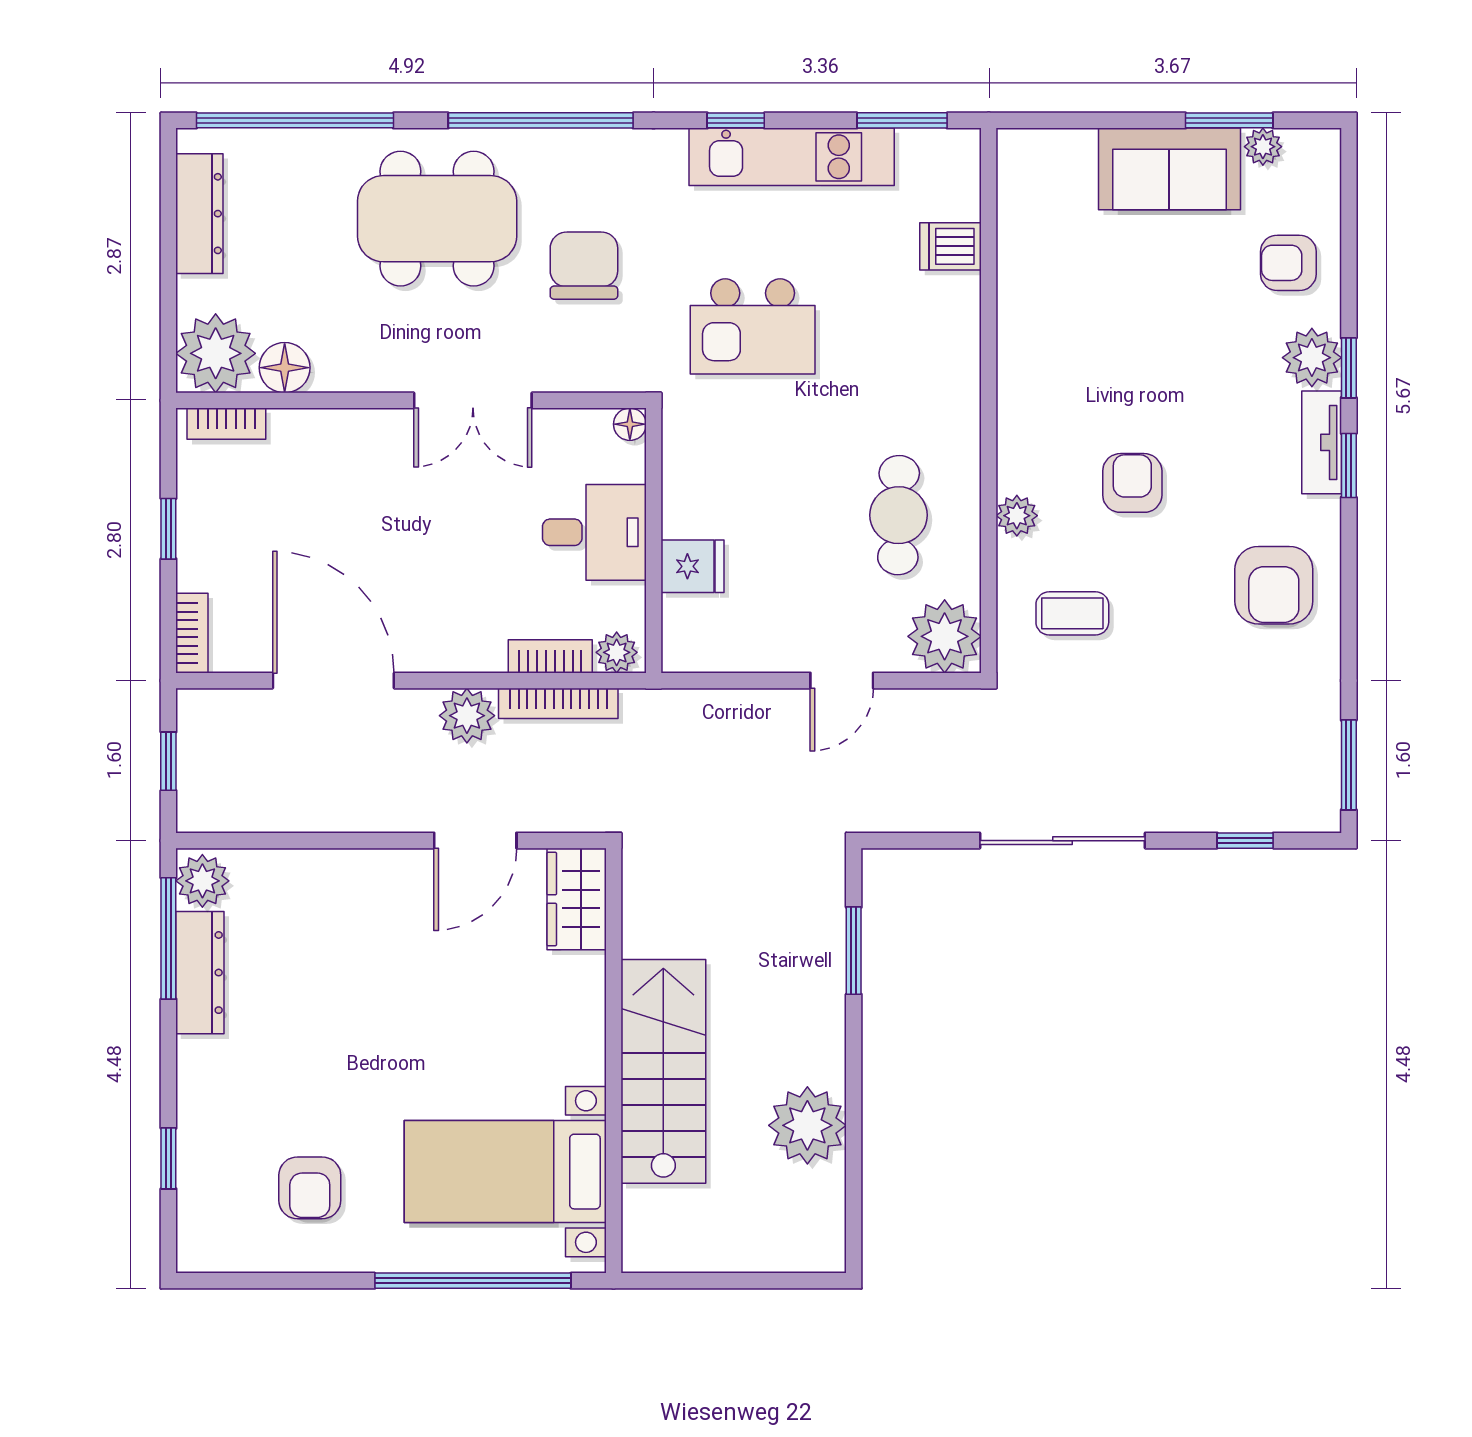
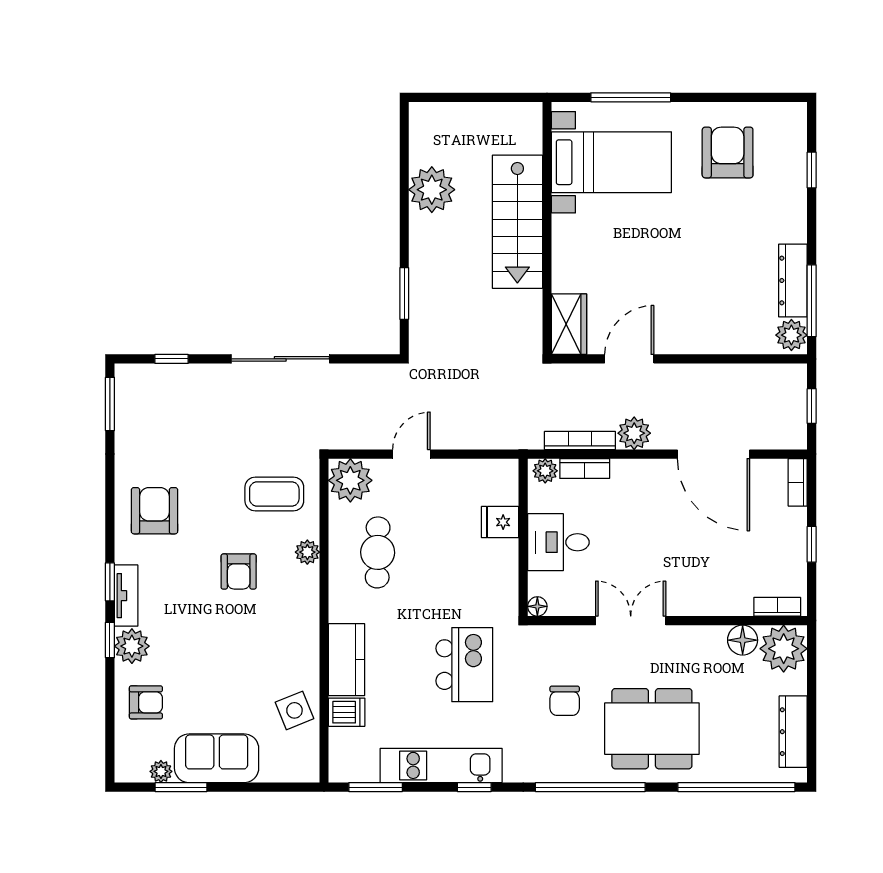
side table: (1038, 249) -> (294, 710), added
chair: (584, 266) -> (565, 701), width x0.73, depth x0.73
kitchen island: (753, 326) -> (464, 665), turned 90
kitchen counter: (951, 335) -> (346, 660), added
coffee table: (1072, 613) -> (274, 494), width x1.36, depth x1.30
armchair: (310, 1188) -> (728, 153), width x1.38, depth x1.38
window: (473, 1281) -> (631, 97), width x0.68

